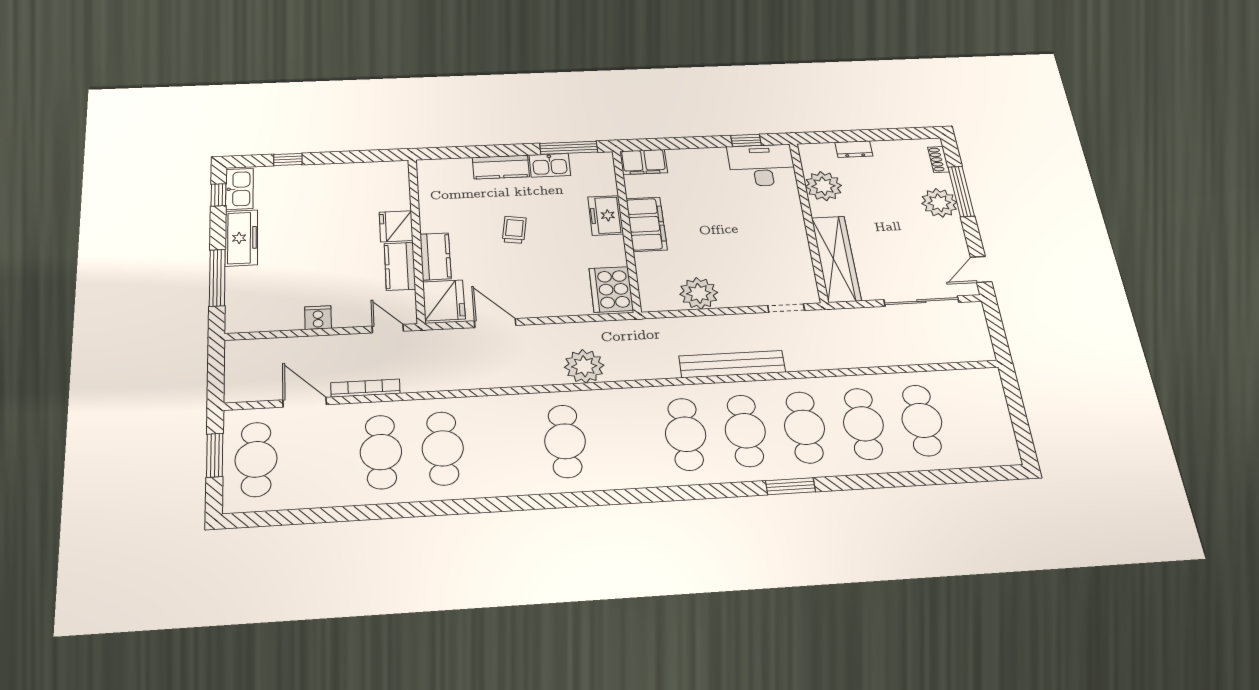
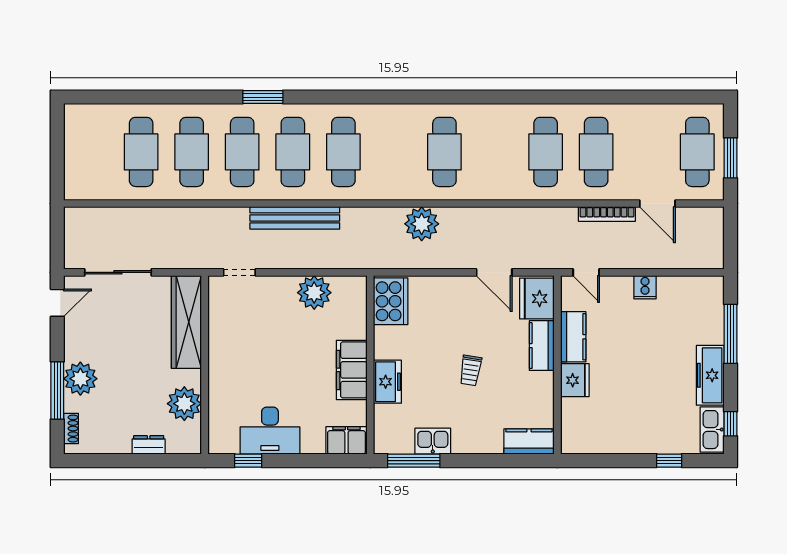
desk: (762, 165) -> (270, 431), moved
kitchen counter: (501, 167) -> (529, 442), moved

